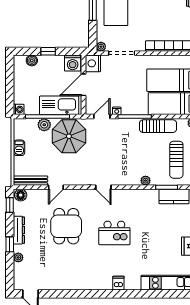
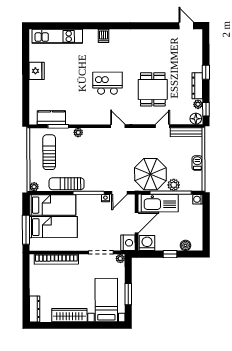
plant: (18, 257) -> (198, 104), moved

